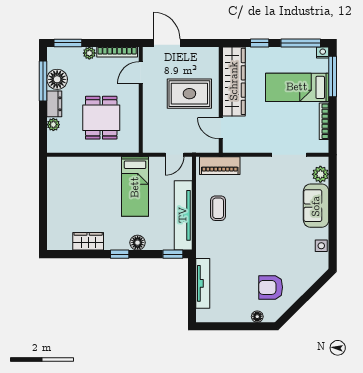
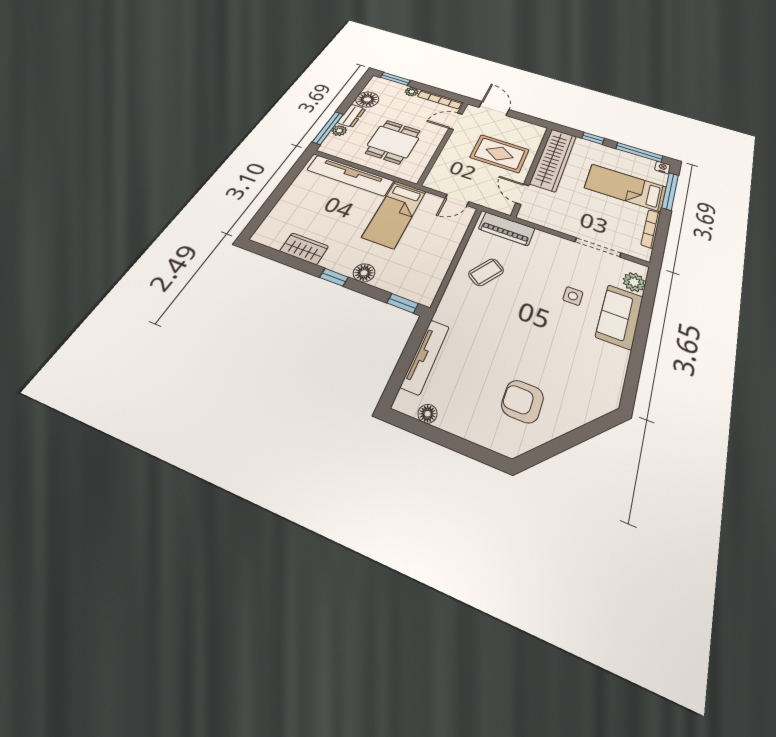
window: (43, 81) -> (328, 128), moved
coffee table: (218, 208) -> (486, 272), turned 34
tv unit: (183, 215) -> (350, 175), moved, turned -90
side table: (321, 246) -> (573, 296), moved
floor lamp: (257, 317) -> (428, 414), moved

